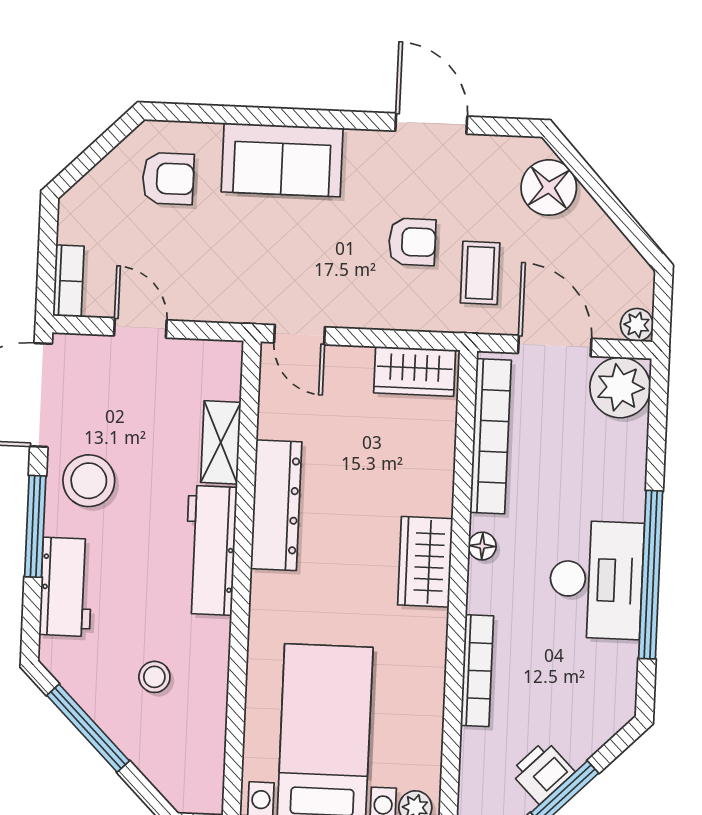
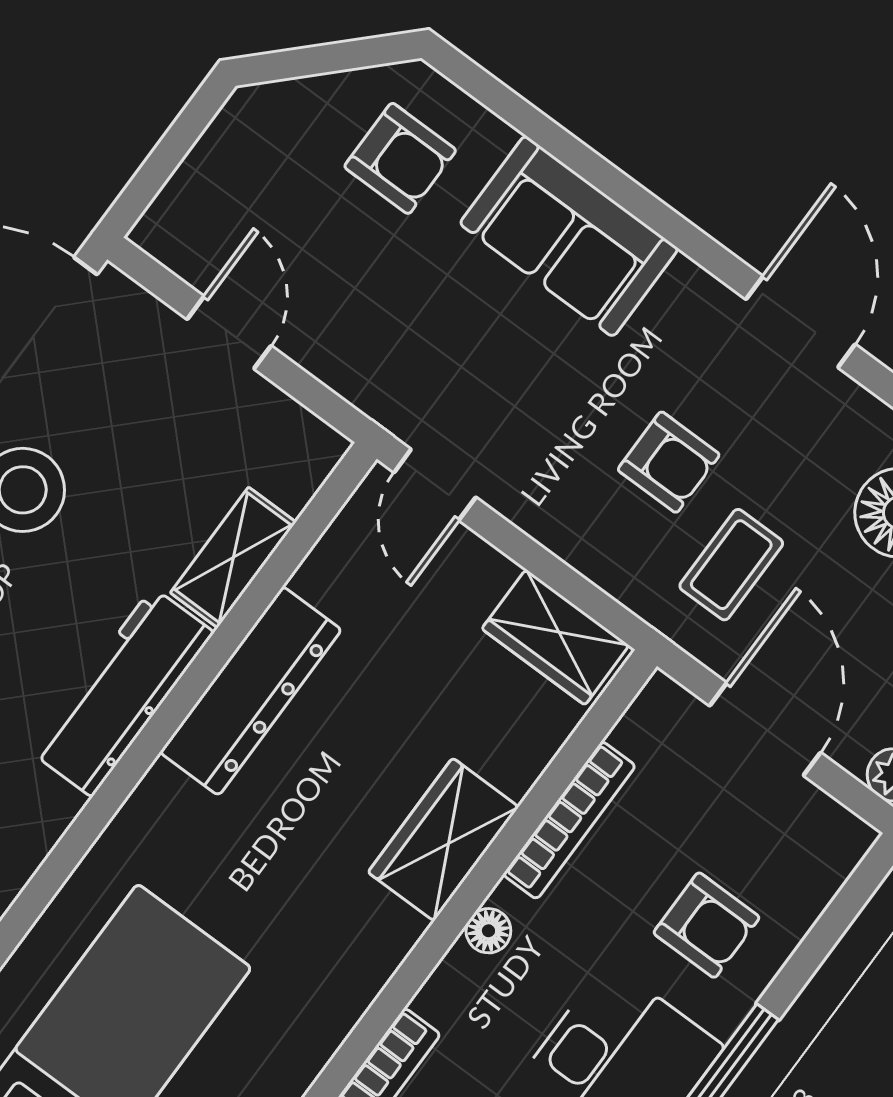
bookcase: (69, 281) -> (175, 205), removed
plant: (620, 387) -> (815, 843), removed
bookcase: (491, 436) -> (569, 820), width x0.68, depth x0.76
armchair: (593, 467) -> (706, 925), added
wardrobe: (425, 562) -> (443, 840), moved

